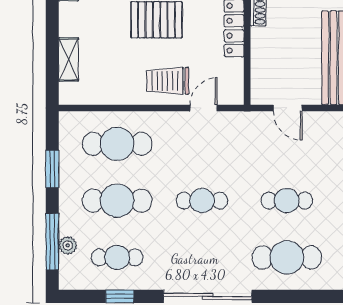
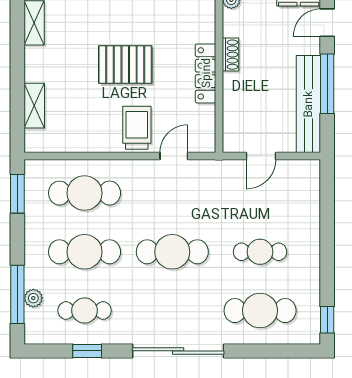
trolley: (168, 81) -> (137, 128), turned 90
door: (288, 108) -> (261, 156), hinge flipped
window: (52, 169) -> (17, 194), moved
cafe table: (202, 201) -> (172, 252), width x1.37, depth x1.35

